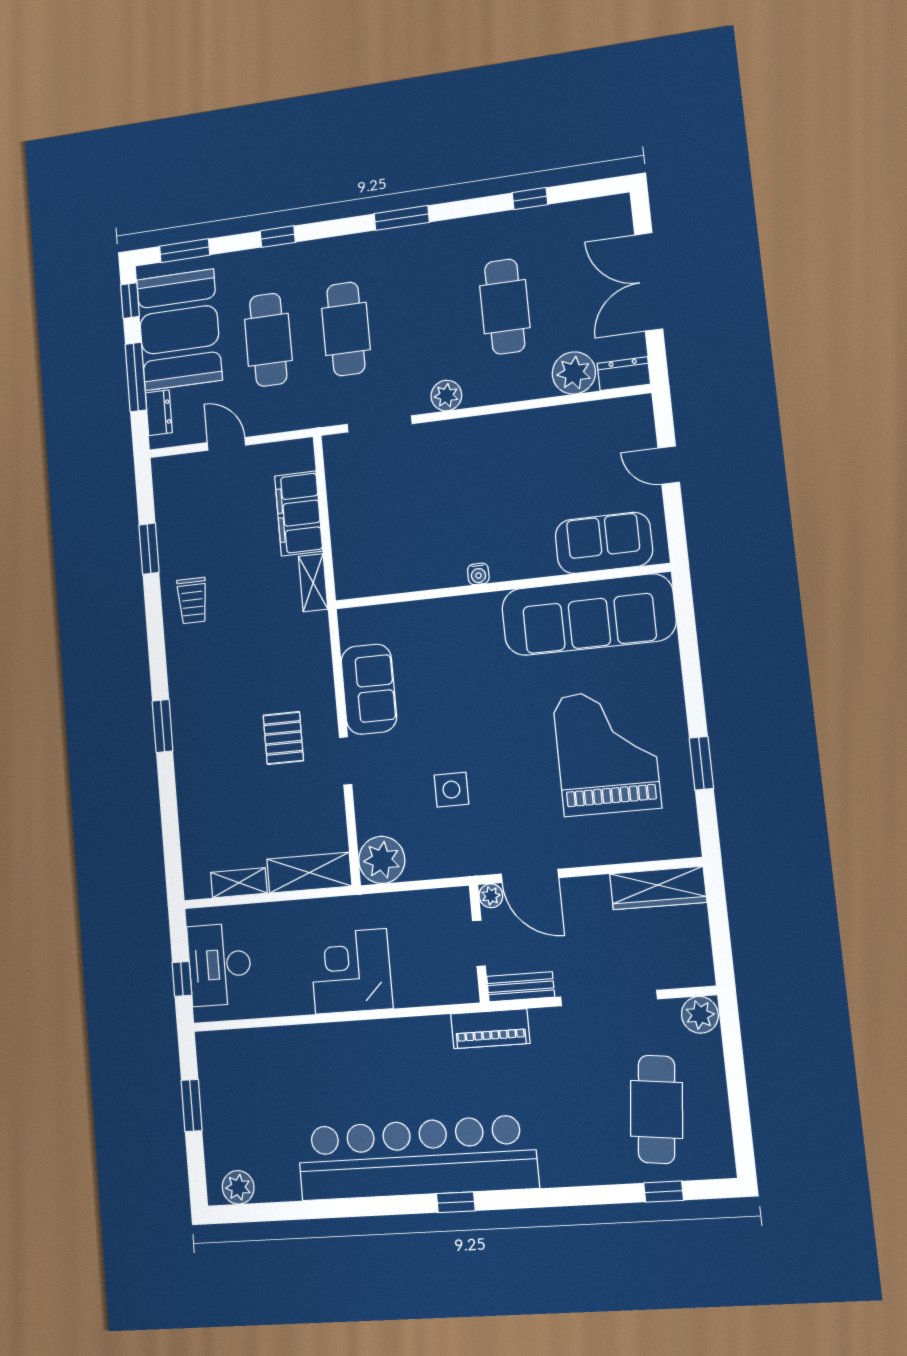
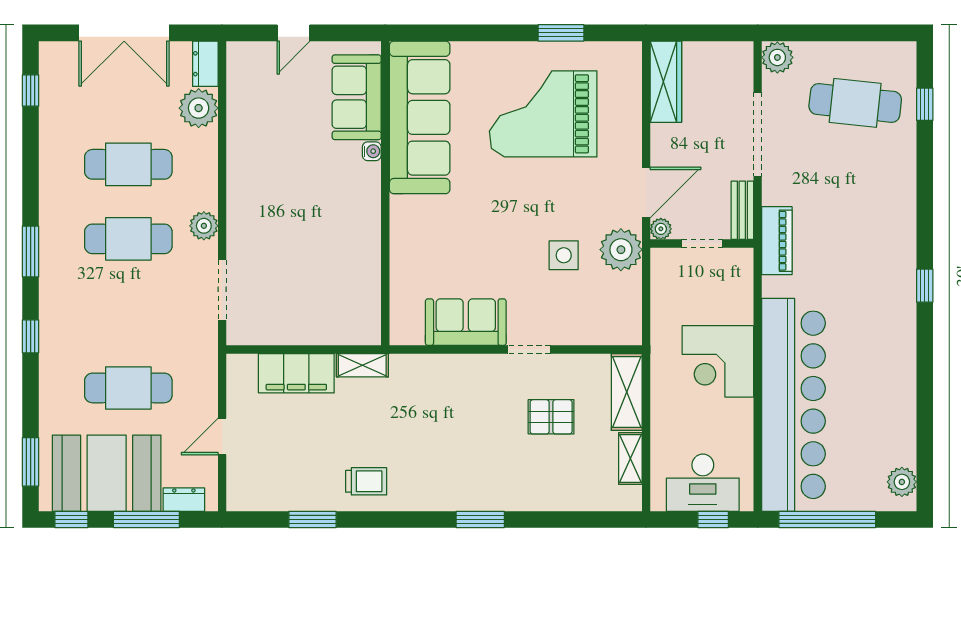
window: (530, 199) -> (31, 91), moved
window: (278, 237) -> (31, 336), moved
cafe table: (346, 329) -> (128, 239), moved
water cooler: (478, 574) -> (372, 151), moved
pallet: (283, 738) -> (551, 417), moved
plant: (382, 860) -> (621, 250), moved
window: (192, 1105) -> (827, 519), width x2.11
bar counter: (417, 1158) -> (793, 405), moved, turned 180

